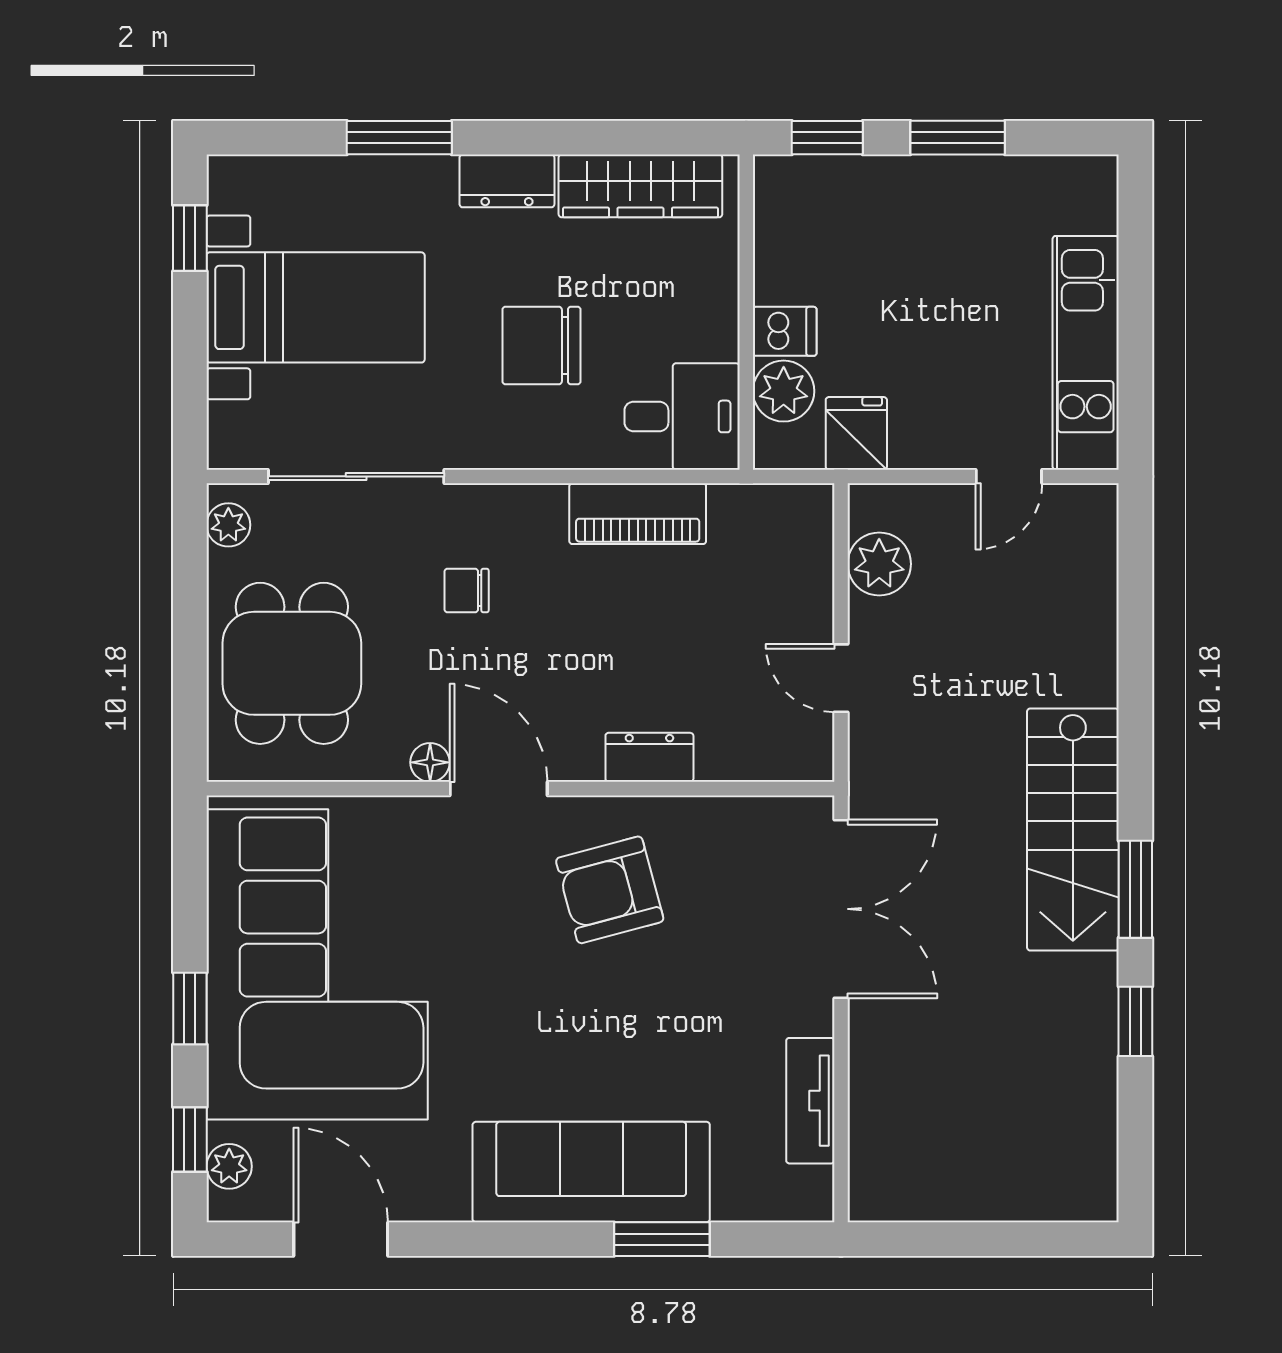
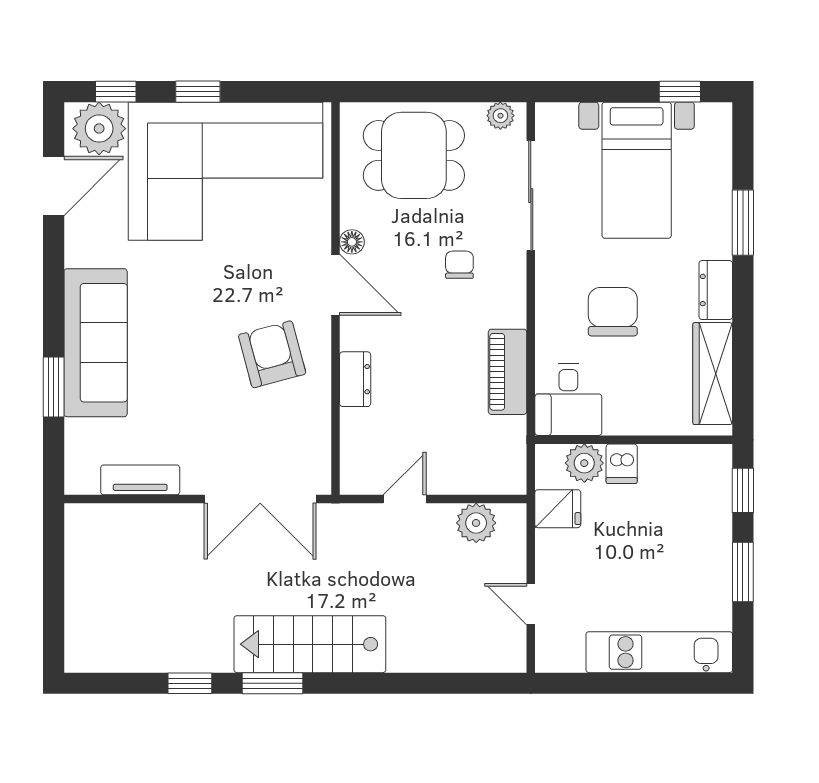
kitchen unit: (1086, 353) -> (659, 652), moved
door: (499, 789) -> (335, 285), hinge flipped
plant: (229, 1166) -> (99, 129), width x1.87, depth x1.87

